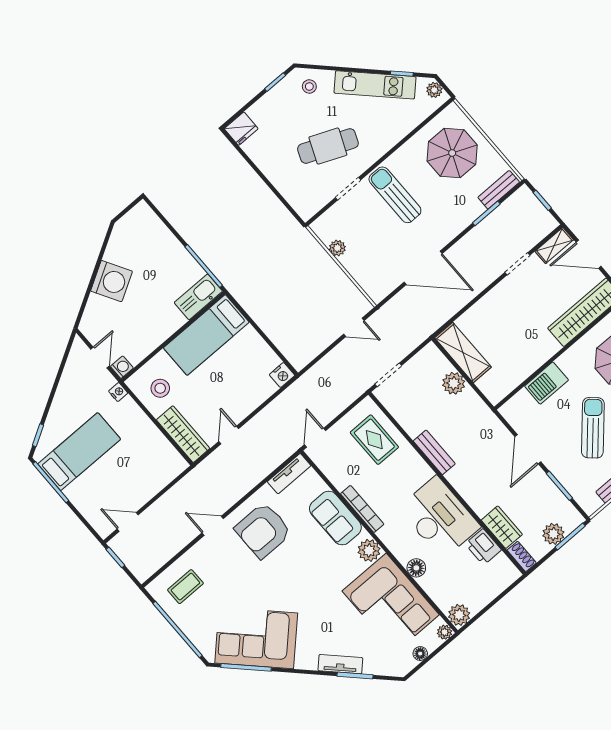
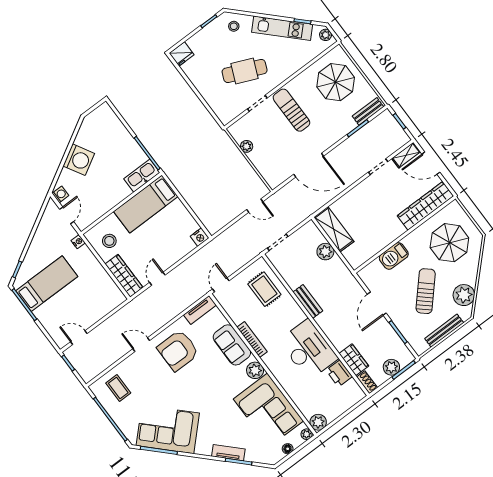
washing machine: (122, 367) -> (60, 194), moved
floor lamp: (416, 568) -> (289, 386), removed
coffee table: (185, 587) -> (118, 388), turned 90

